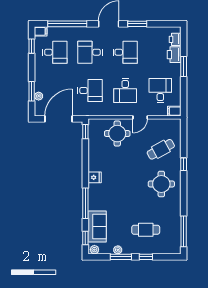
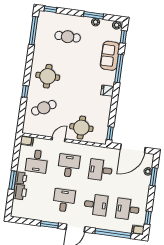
printer: (175, 39) -> (21, 178), moved
desk: (125, 52) -> (64, 200), turned 90
sofa: (97, 227) -> (110, 56), moved
window: (146, 257) -> (50, 9), moved

